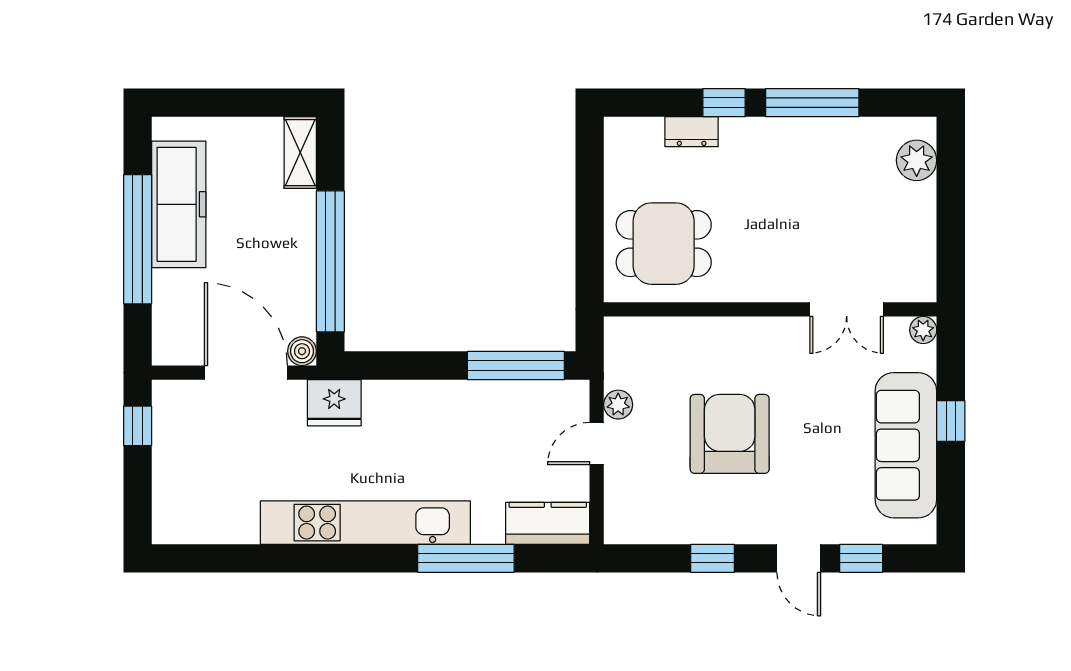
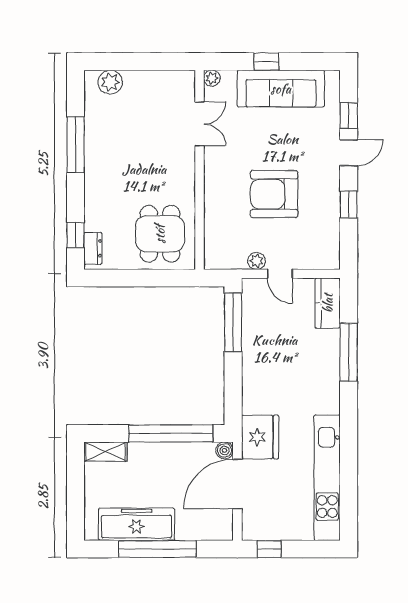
window: (724, 103) -> (76, 235), moved
dresser: (692, 132) -> (93, 248), moved
fridge: (334, 403) -> (260, 437), width x1.36, depth x1.34
kitchen unit: (365, 523) -> (327, 478), moved

